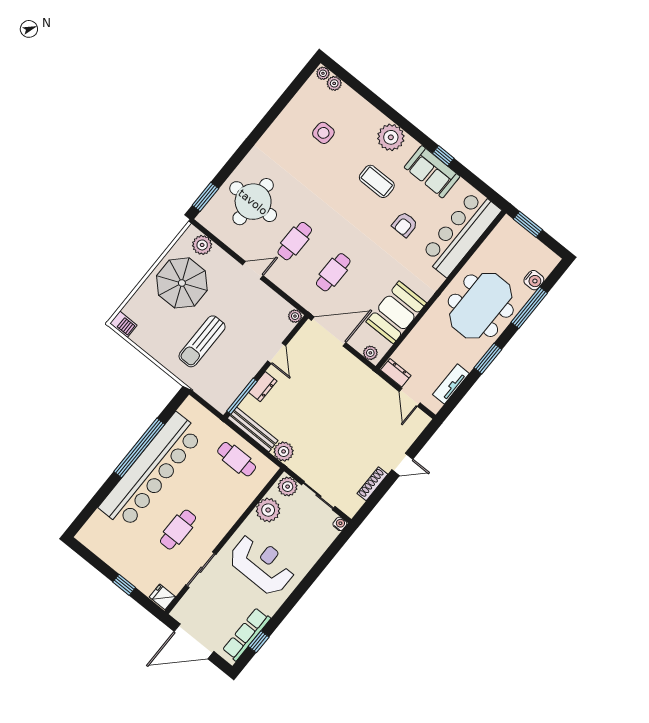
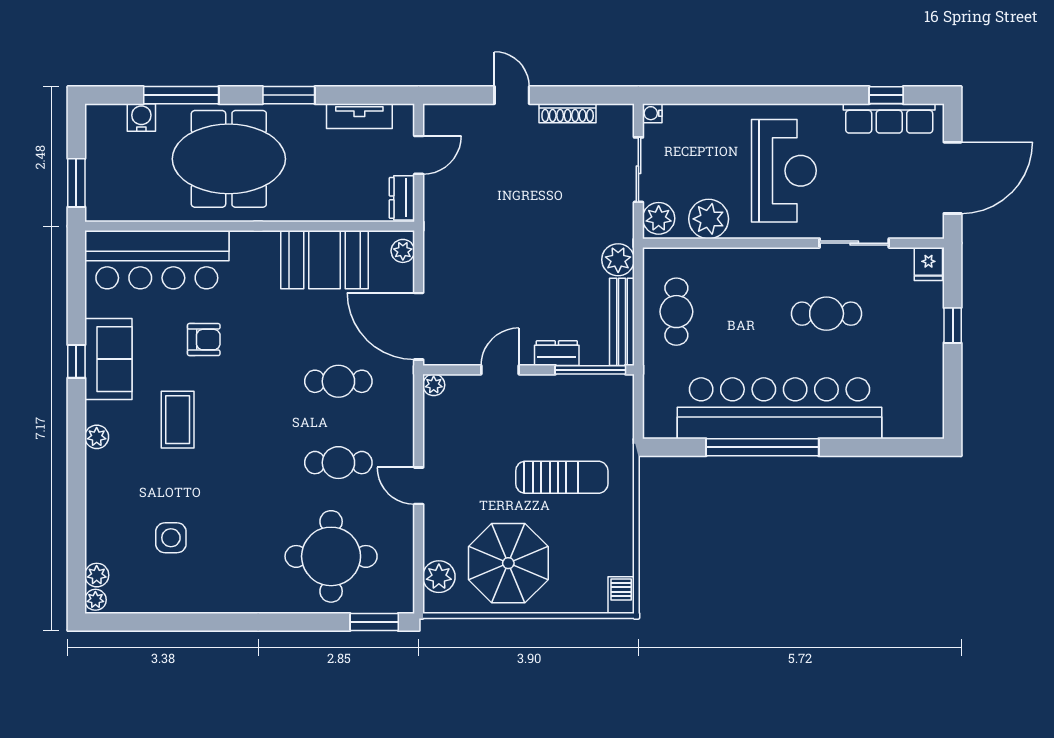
plant: (391, 137) -> (97, 437), width x0.53, depth x0.53
reception desk: (262, 564) -> (784, 171), turned 180
door: (194, 641) -> (953, 178), hinge flipped

